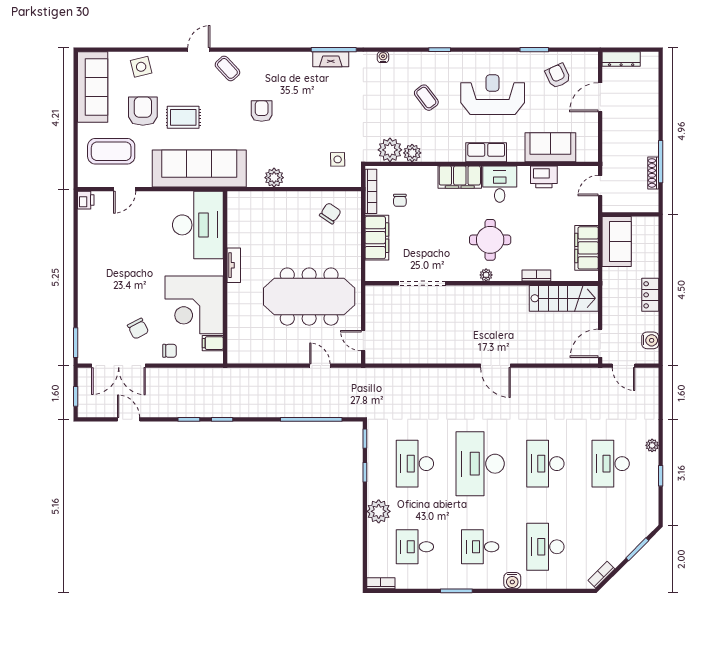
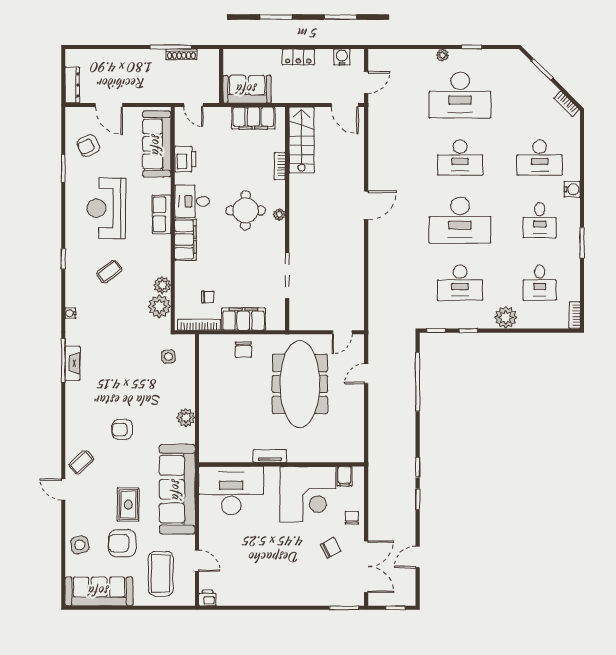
sofa: (550, 147) -> (157, 144), width x1.36
chair: (330, 213) -> (243, 350), moved, turned -124
desk: (611, 464) -> (460, 95), width x1.36, depth x1.30

